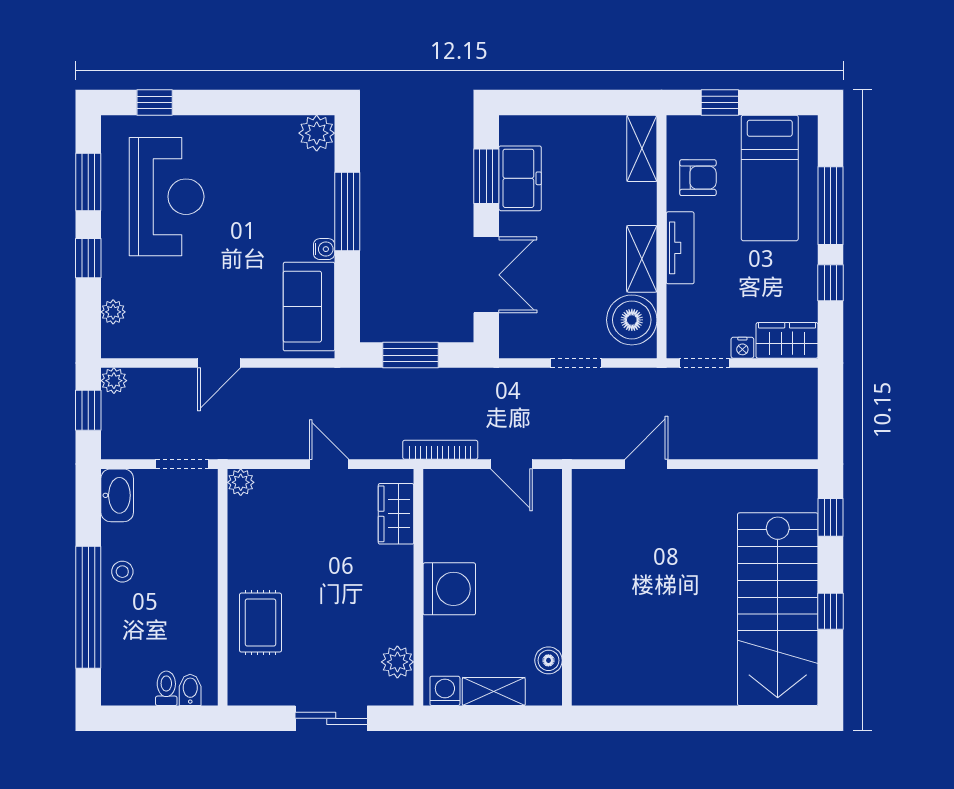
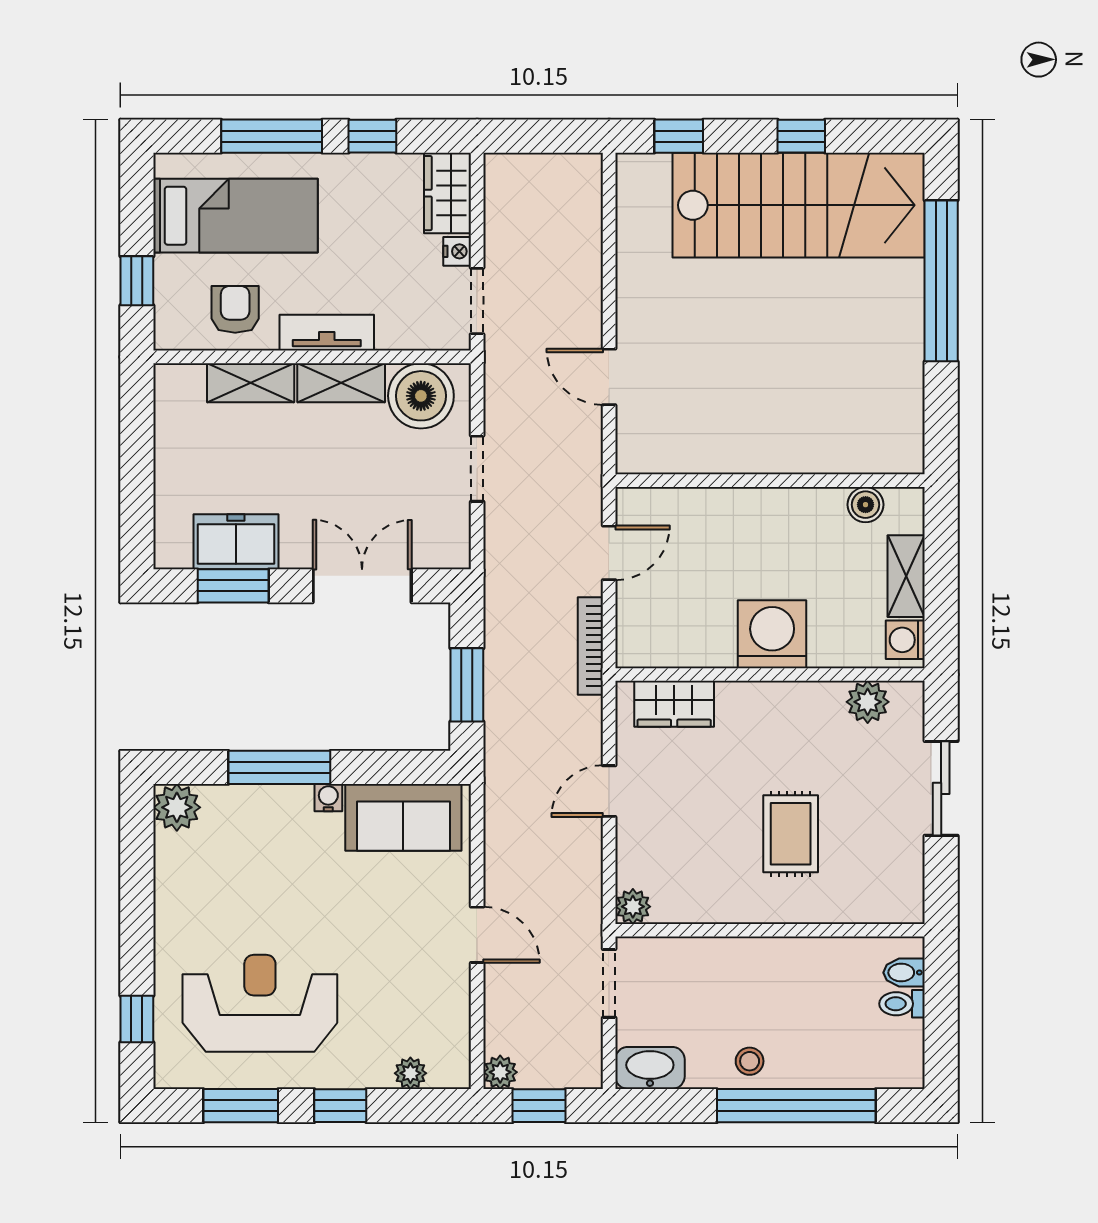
shelving: (642, 148) -> (251, 383), moved
rug: (260, 623) -> (791, 834), moved, turned 90
window: (720, 718) -> (941, 281), added

